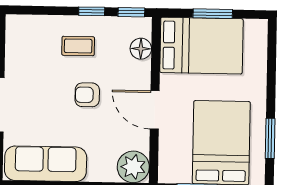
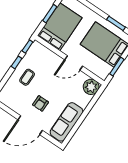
floor lamp: (141, 49) -> (45, 52), removed
armchair: (87, 95) -> (40, 103), moved

